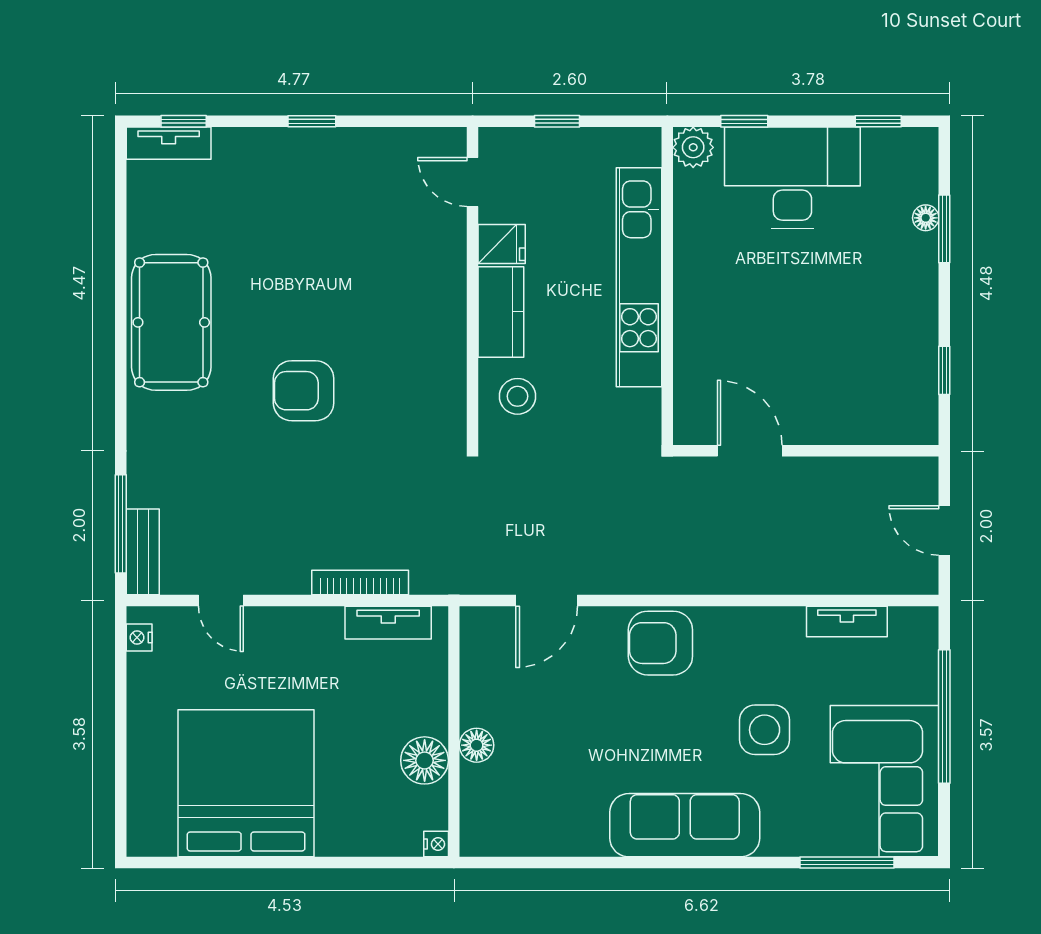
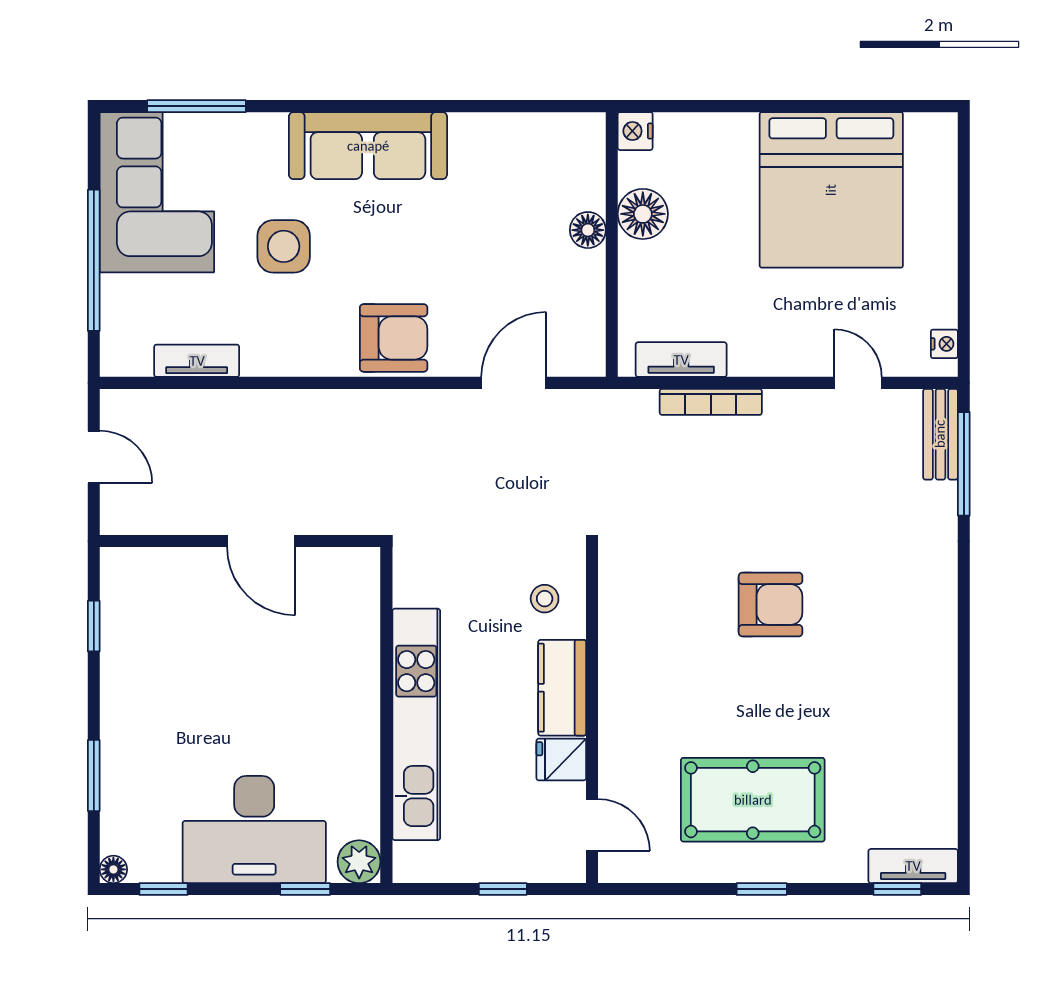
floor lamp: (926, 218) -> (113, 869), moved
pool table: (171, 322) -> (753, 800), moved, turned 90
stool: (517, 396) -> (545, 599), width x0.73, depth x0.73
door: (750, 451) -> (261, 541), moved
nightstand: (436, 844) -> (635, 131), width x1.39, depth x1.35

